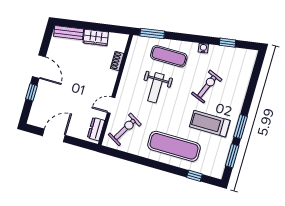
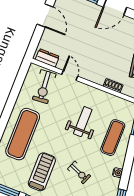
exercise bike: (207, 87) -> (79, 172), width x0.73, depth x0.72
weight bench: (156, 88) -> (83, 122), turned 90
exercise bike: (125, 129) -> (44, 87), turned 55

